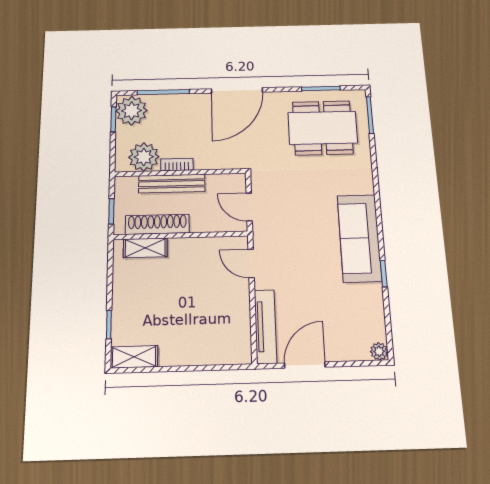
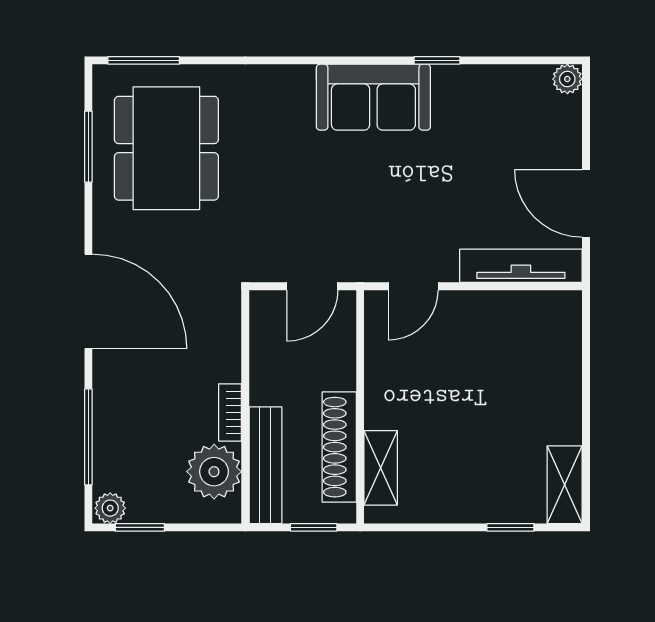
plant: (132, 111) -> (110, 508), width x0.53, depth x0.53
bench: (172, 184) -> (265, 465), moved
sofa: (359, 238) -> (373, 97), width x0.73

